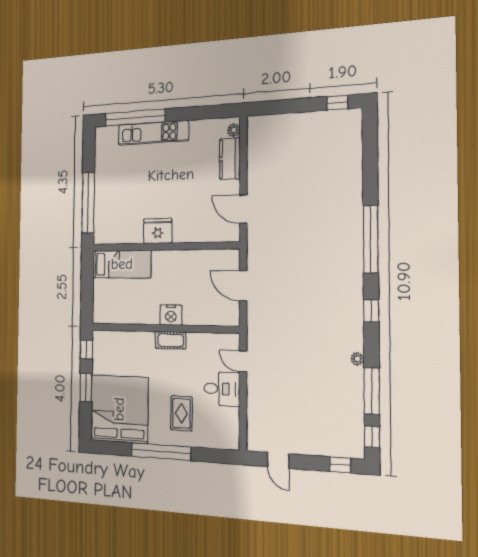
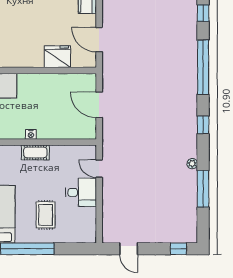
fridge: (158, 231) -> (57, 57), moved
nightstand: (171, 315) -> (31, 134), width x0.53, depth x0.56
window: (372, 437) -> (203, 13), moved

